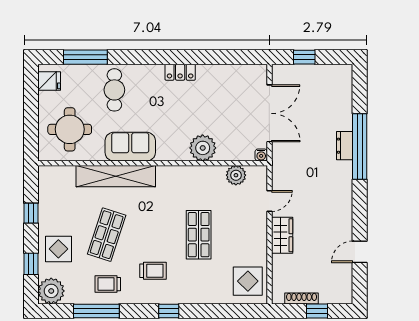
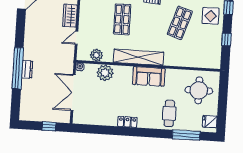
sofa: (130, 147) -> (149, 76), moved
plant: (203, 148) -> (105, 73), moved
shelving: (116, 176) -> (138, 57), moved

